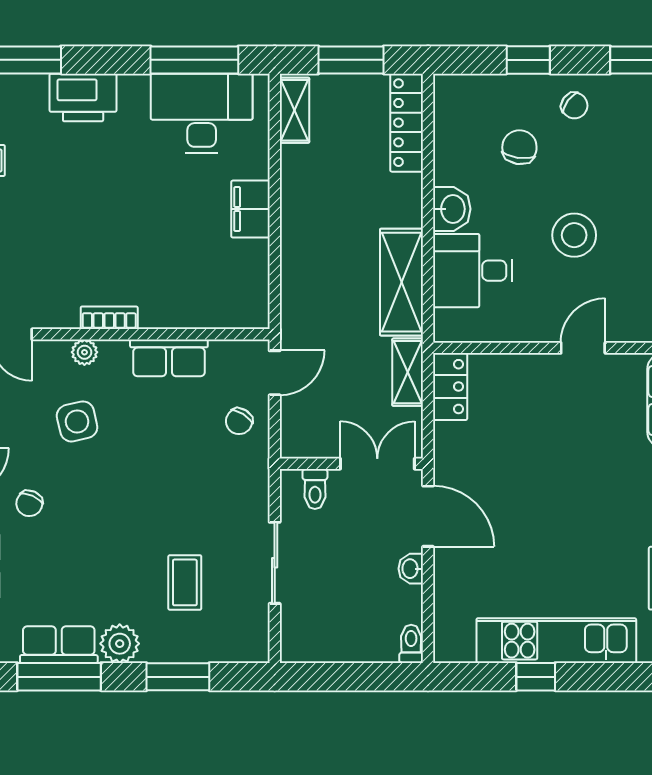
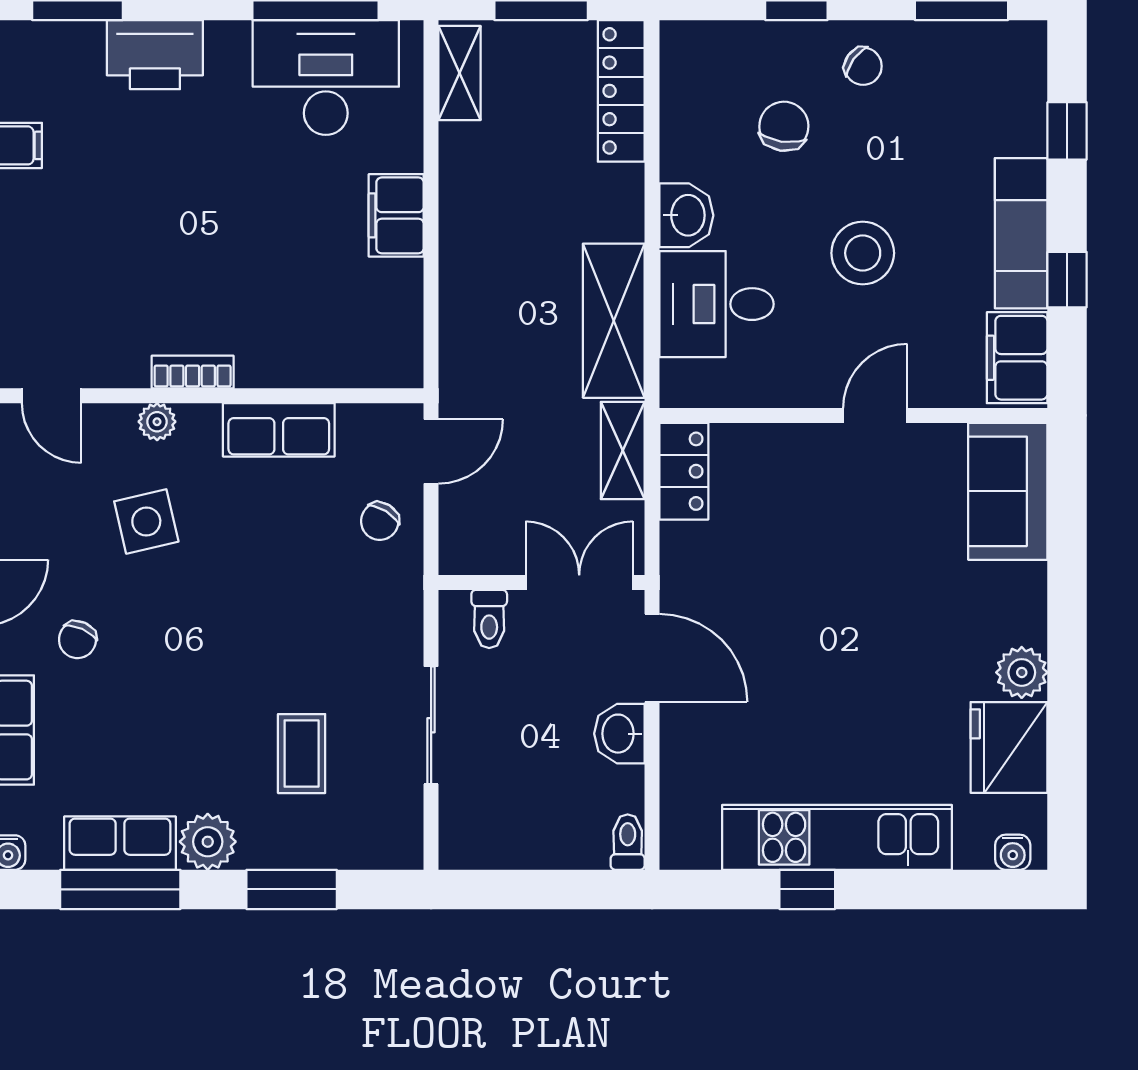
washbasin: (411, 569) -> (619, 734), width x1.38, depth x1.45

